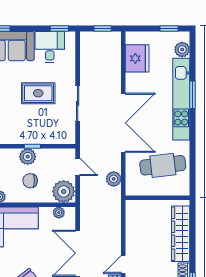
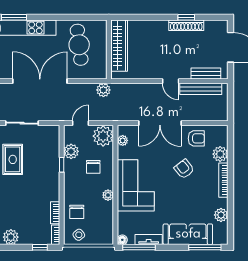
plant: (28, 157) -> (71, 151), moved
plant: (114, 179) -> (103, 90), moved
wardrobe: (181, 234) -> (119, 46), moved, turned -90

